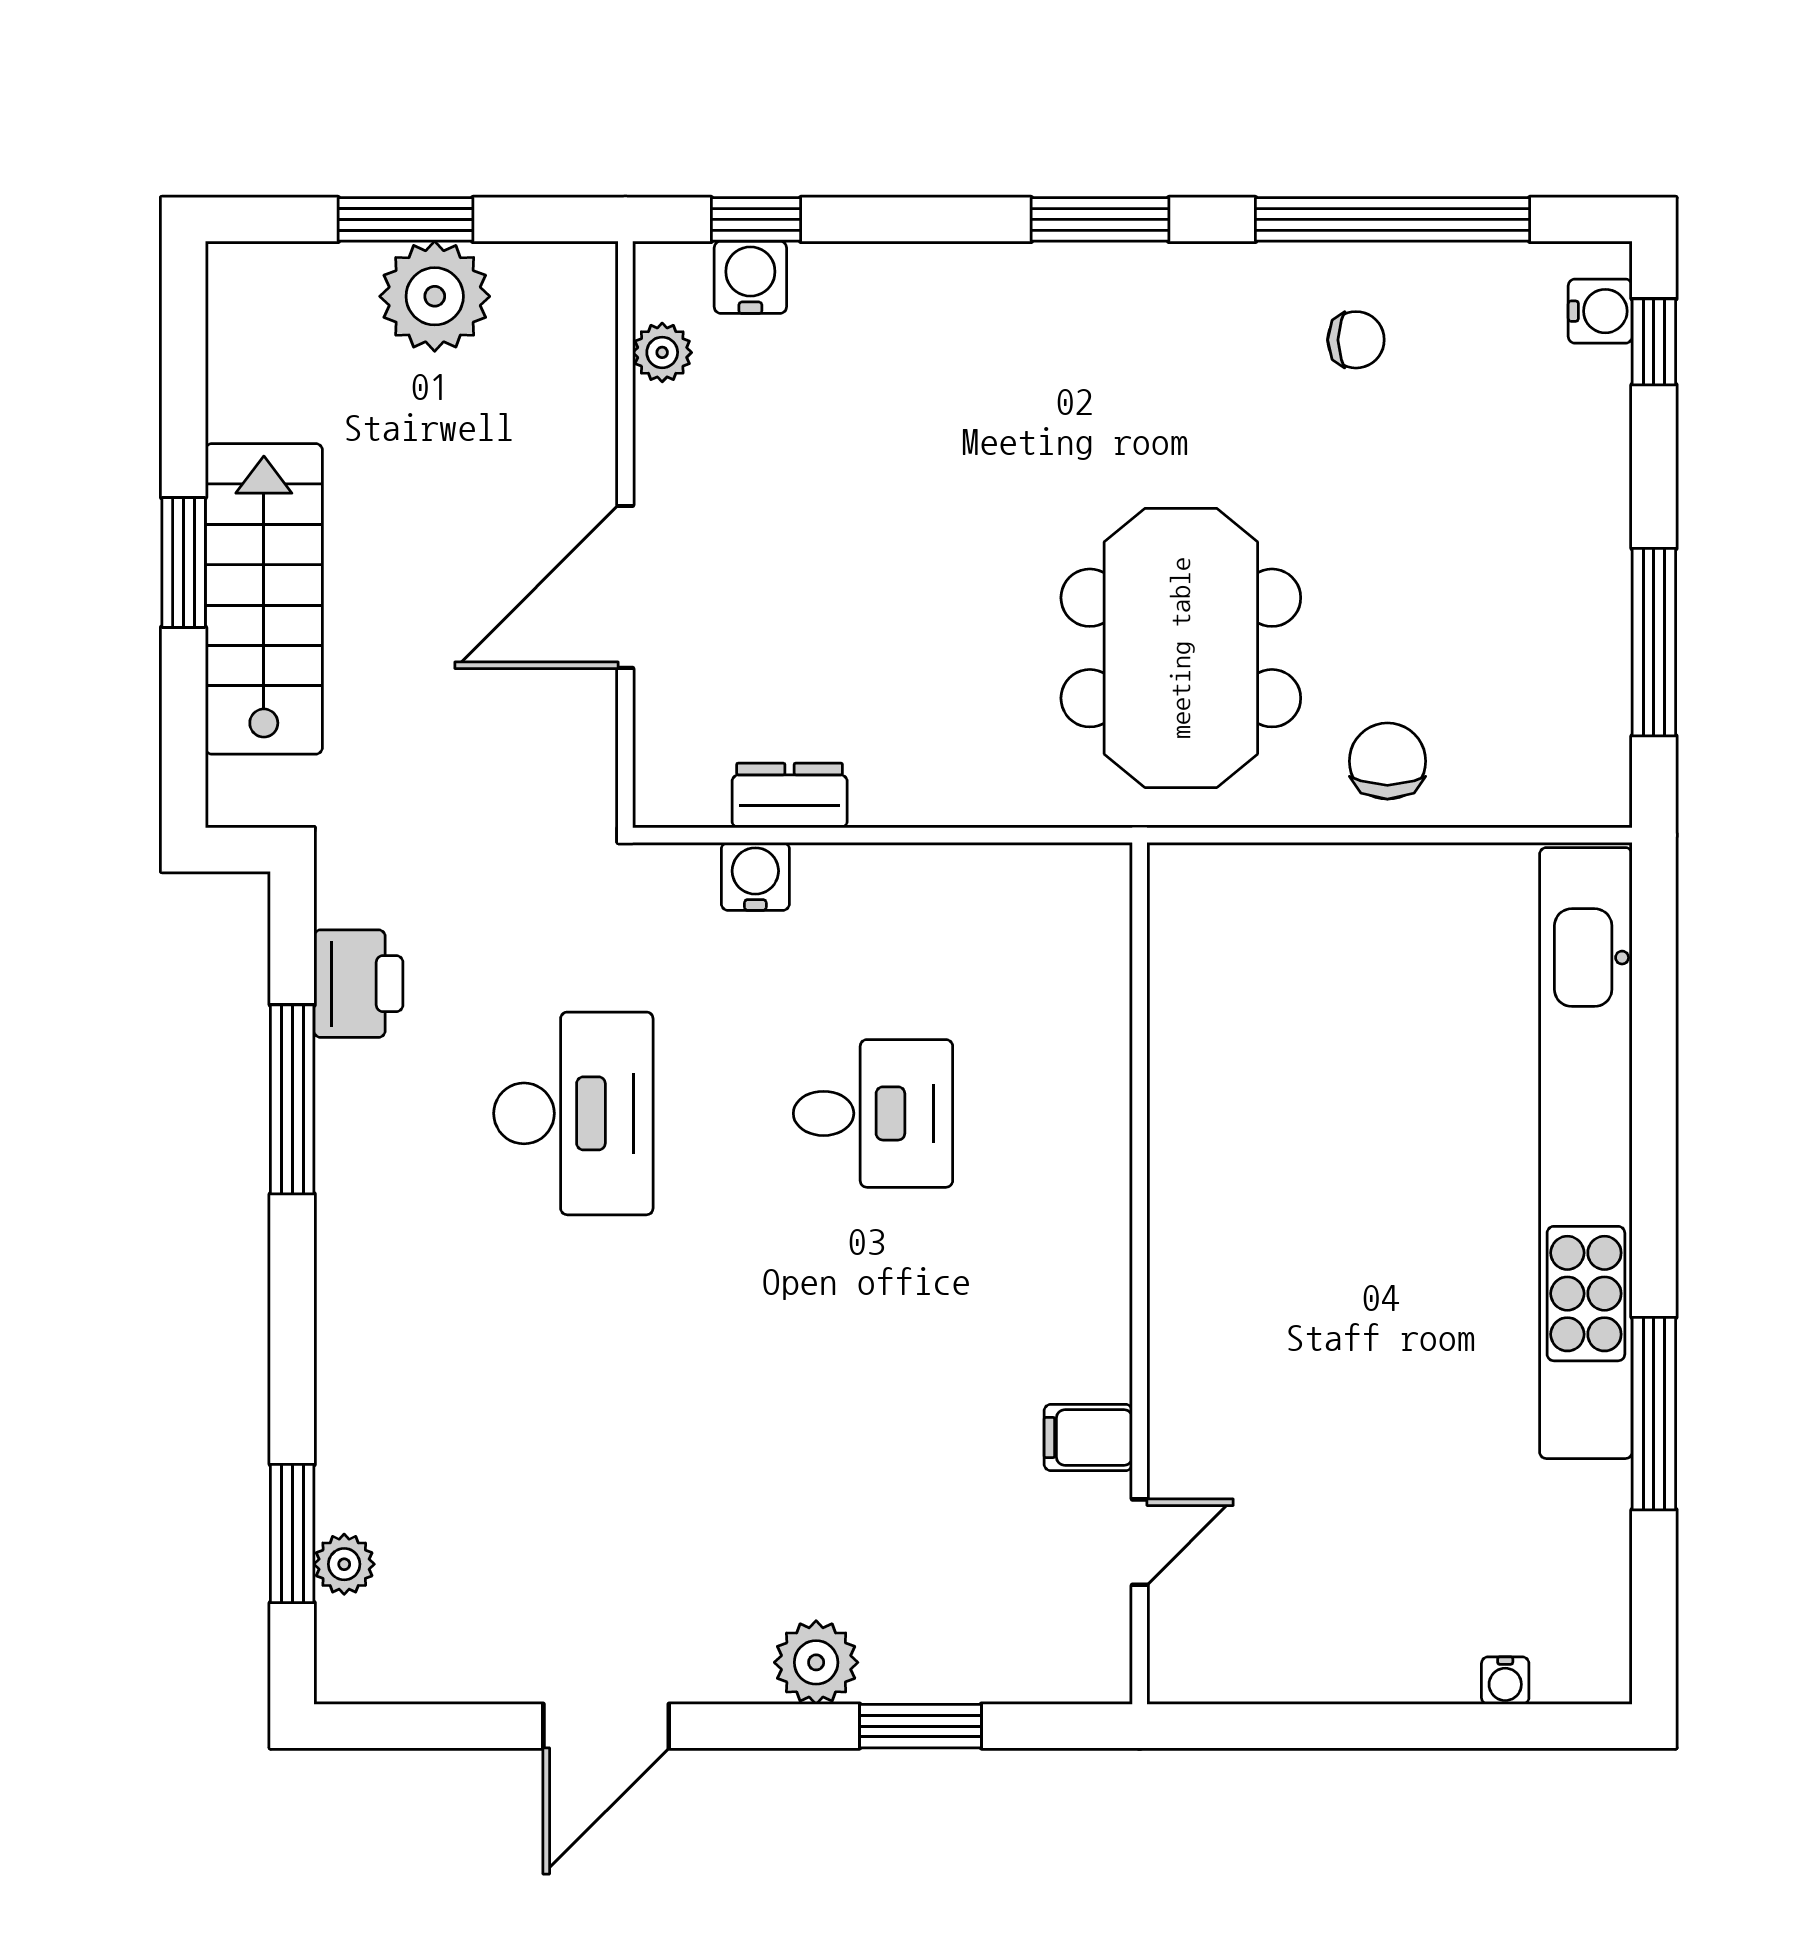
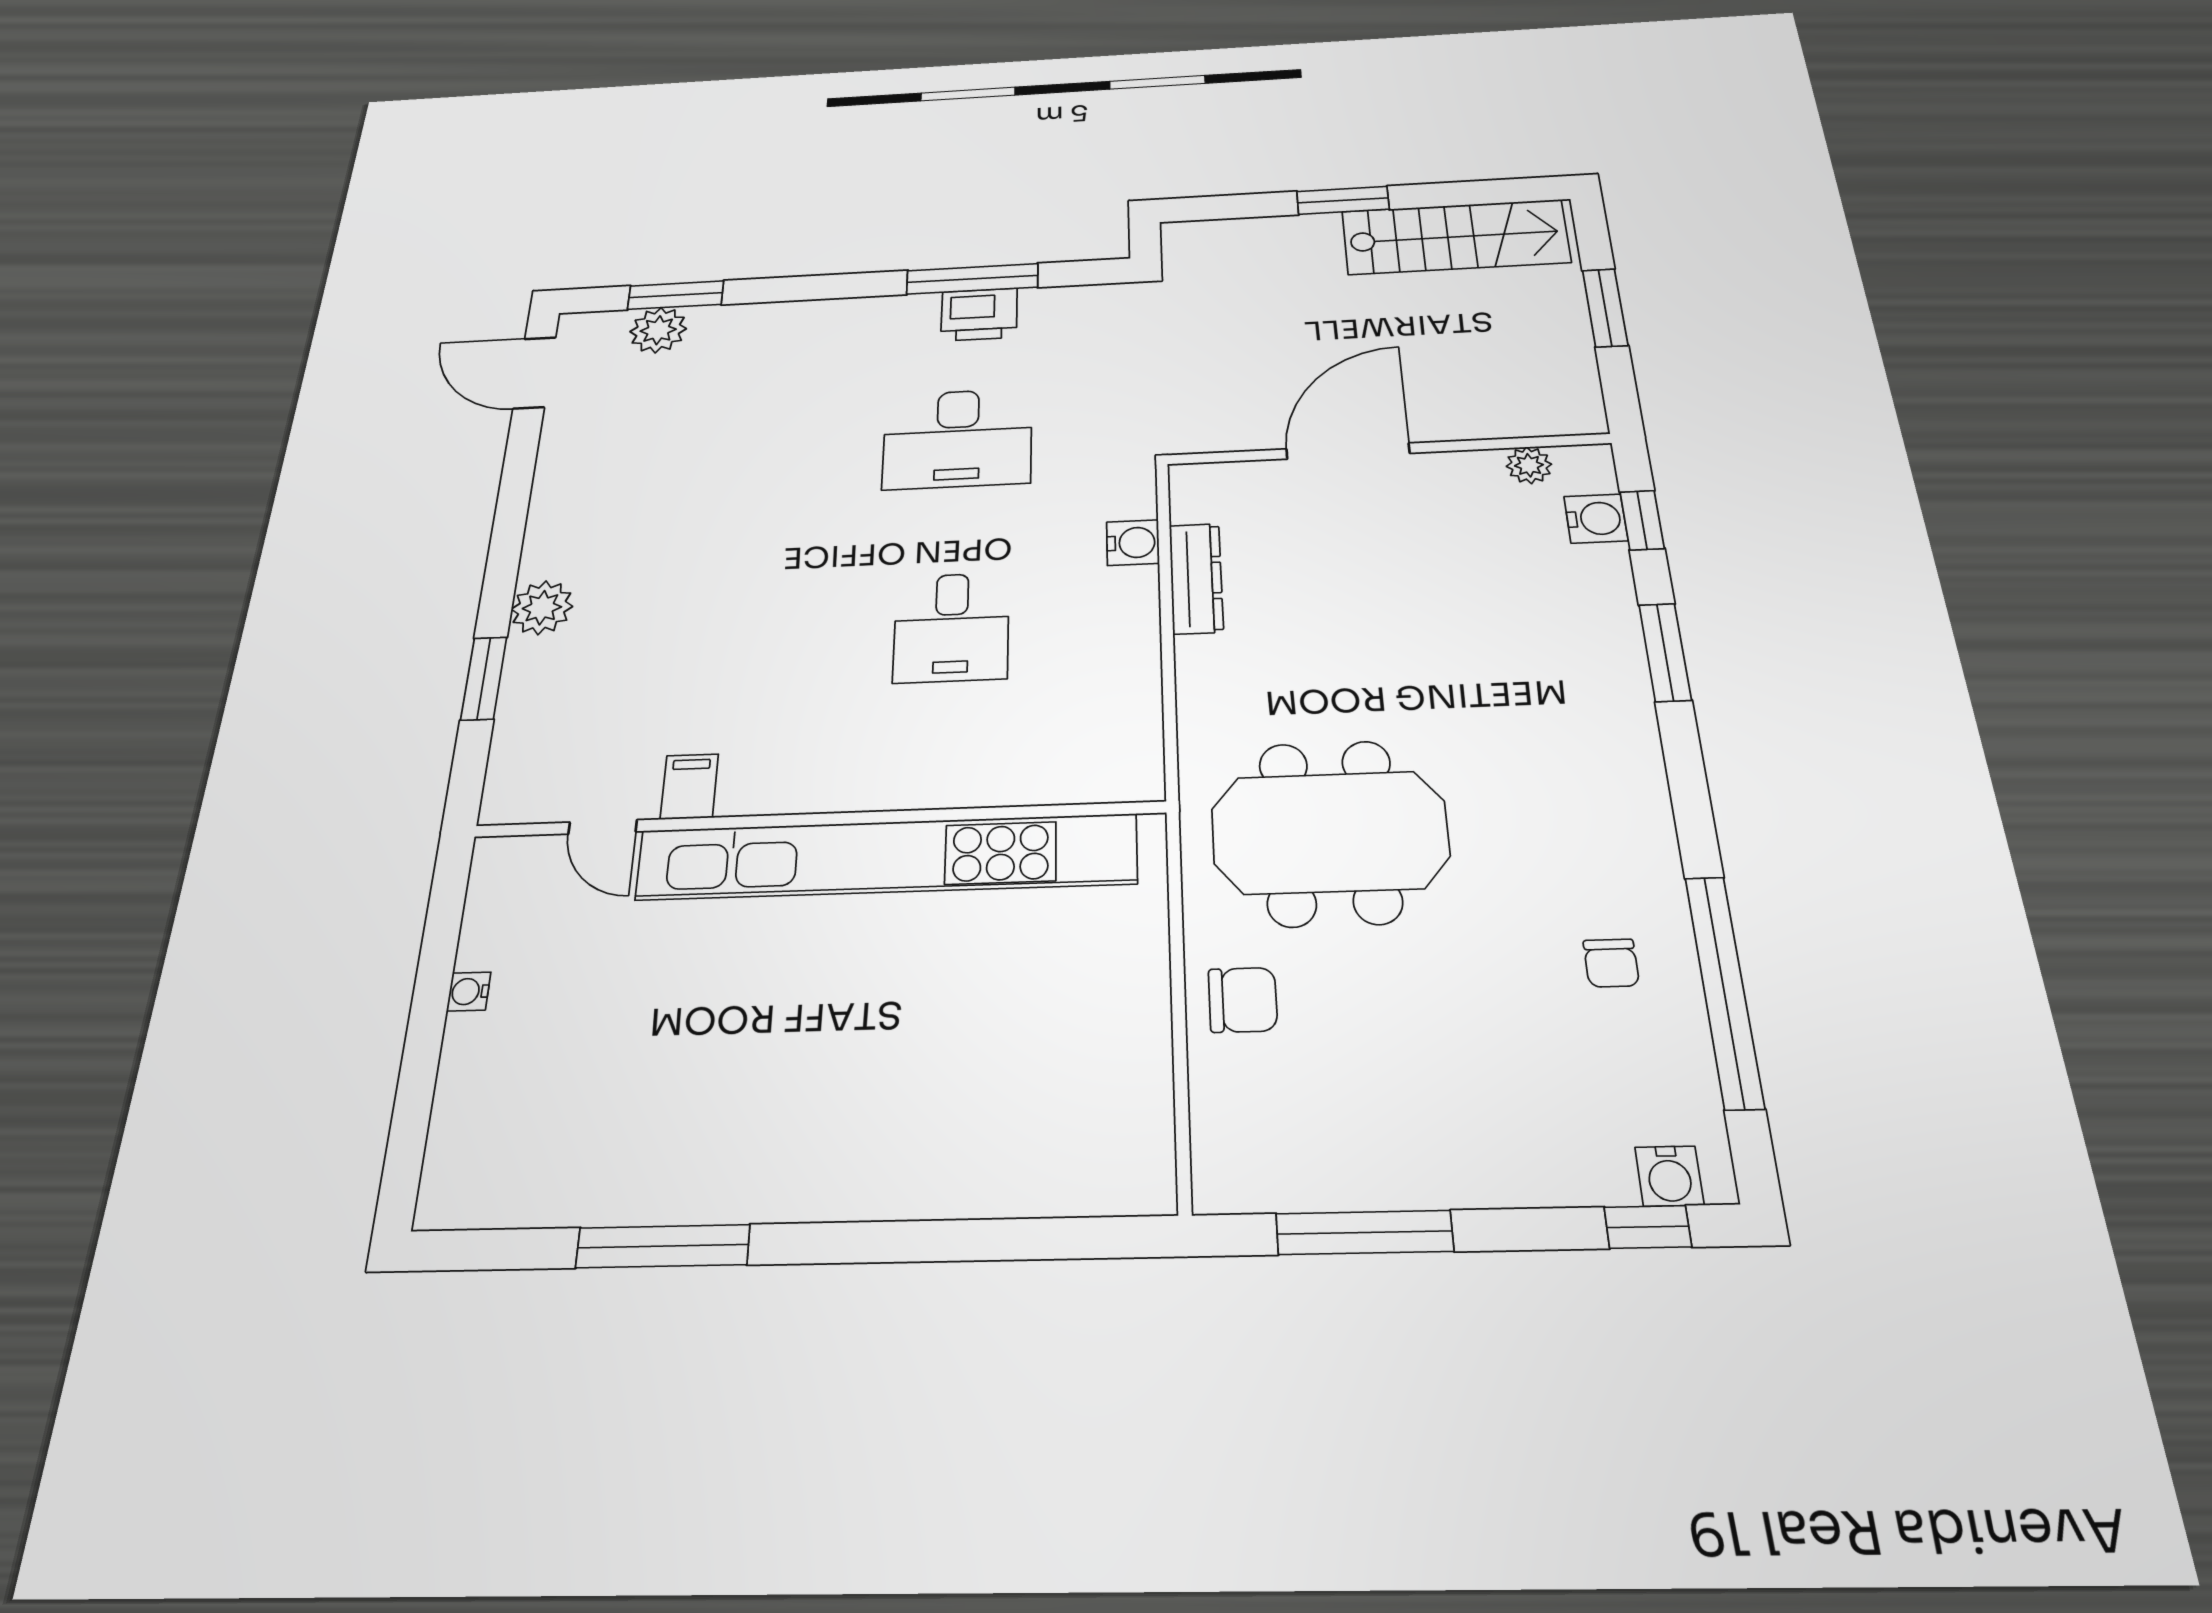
window: (1100, 219) -> (1665, 652), moved
plant: (435, 296) -> (1551, 327), removed
door: (625, 587) -> (1348, 451), hinge flipped
stairs: (264, 599) -> (1455, 237), moved
dresser: (790, 795) -> (1196, 578), width x1.44
printer: (358, 984) -> (979, 315), moved
kitchen unit: (1586, 1153) -> (886, 857), moved, turned 180
plant: (344, 1564) -> (658, 330), width x1.38, depth x1.38
water cooler: (1505, 1681) -> (469, 992), moved
door: (606, 1726) -> (534, 373), moved

